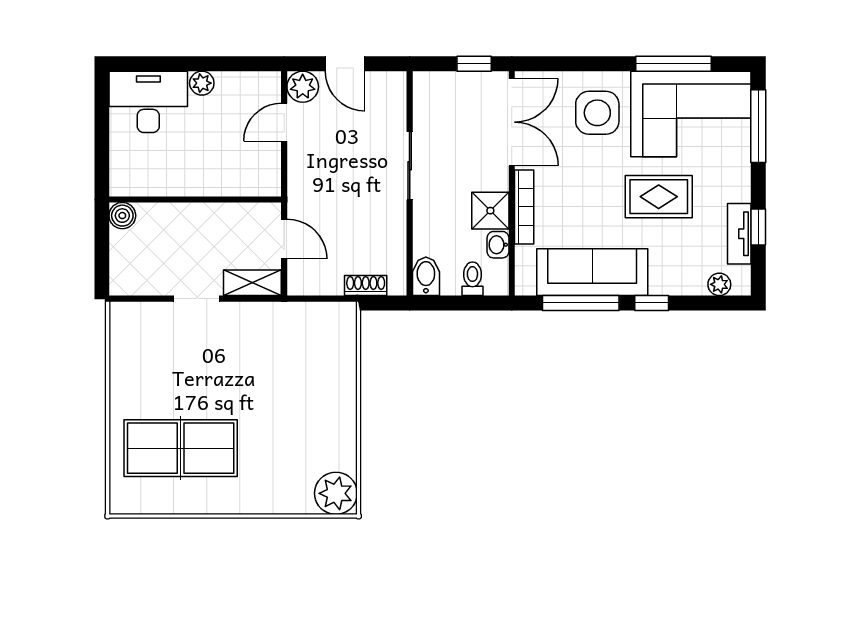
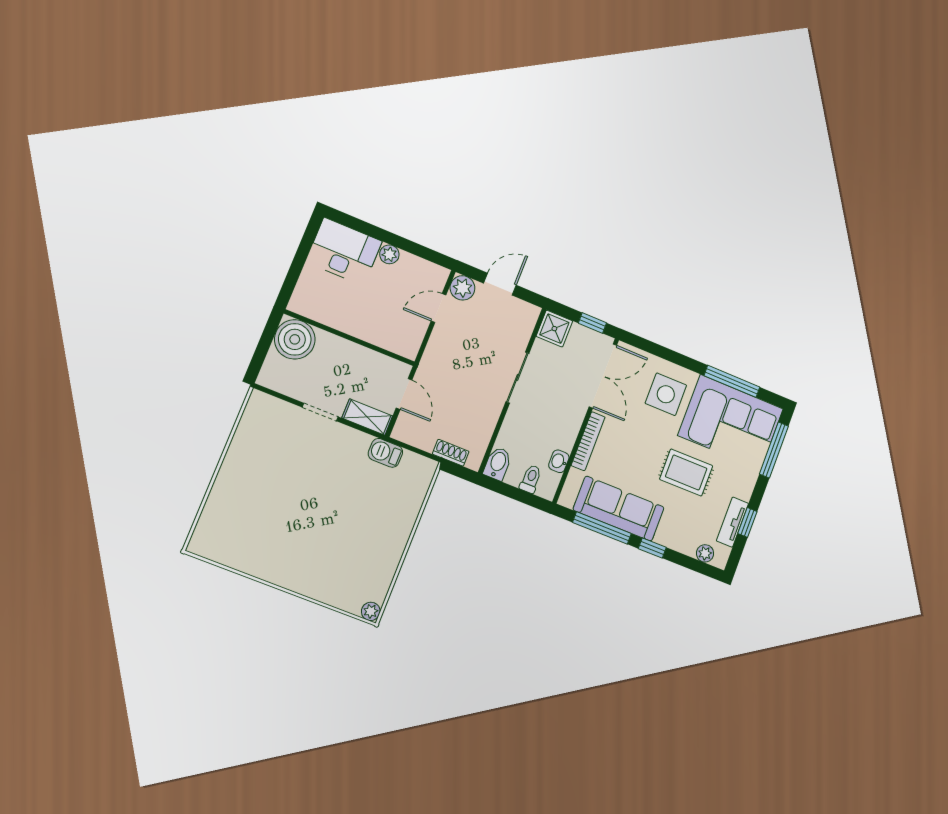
door: (345, 64) -> (500, 284), swing flipped
shower: (490, 211) -> (554, 329), moved
boiler: (122, 216) -> (295, 339), width x1.86, depth x1.86
barbecue: (290, 316) -> (385, 453), added
table tennis table: (181, 448) -> (262, 521), removed
plant: (336, 493) -> (371, 611), width x0.53, depth x0.53

